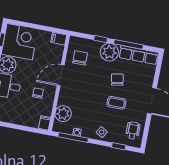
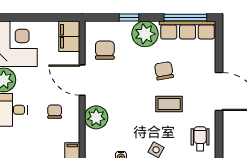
filing cabinet: (59, 39) -> (69, 36), width x2.00
window: (128, 44) -> (185, 18), moved
door: (61, 75) -> (82, 80), hinge flipped
plant: (63, 114) -> (96, 117), moved

